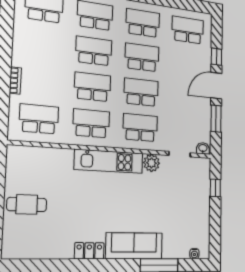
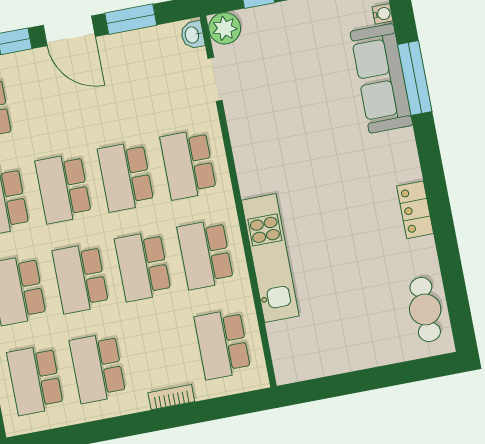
school desk: (42, 44) -> (98, 368), added
kitchen unit: (109, 161) -> (270, 258), moved
plant: (152, 163) -> (225, 28), moved
cafe table: (27, 204) -> (425, 309), moved
sofa: (134, 246) -> (381, 78), moved

